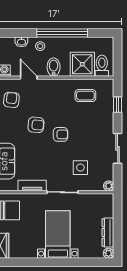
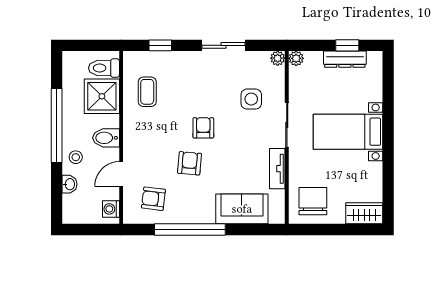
window: (118, 234) -> (347, 45), added
plant: (109, 253) -> (296, 58), moved

